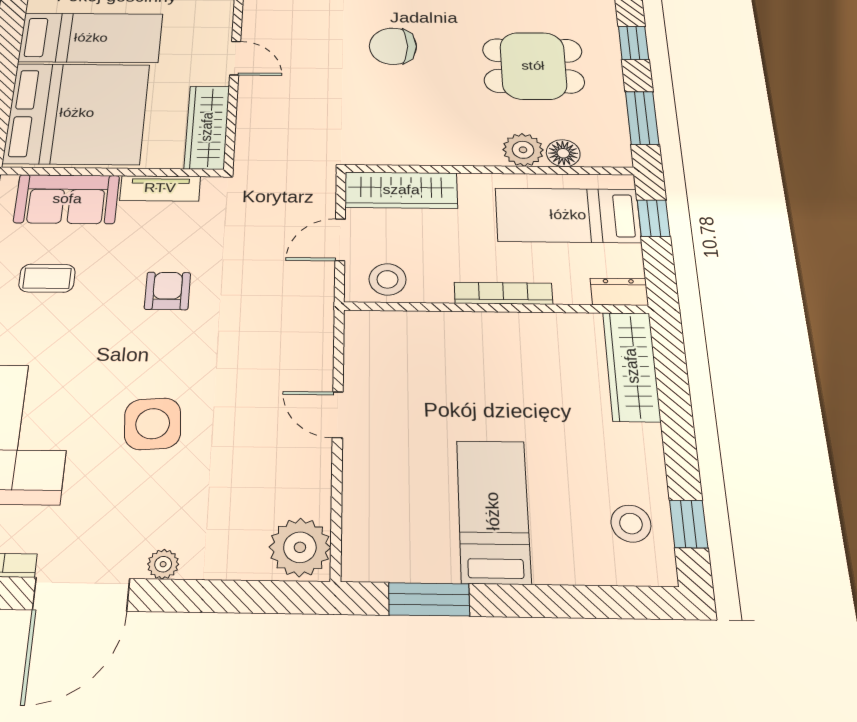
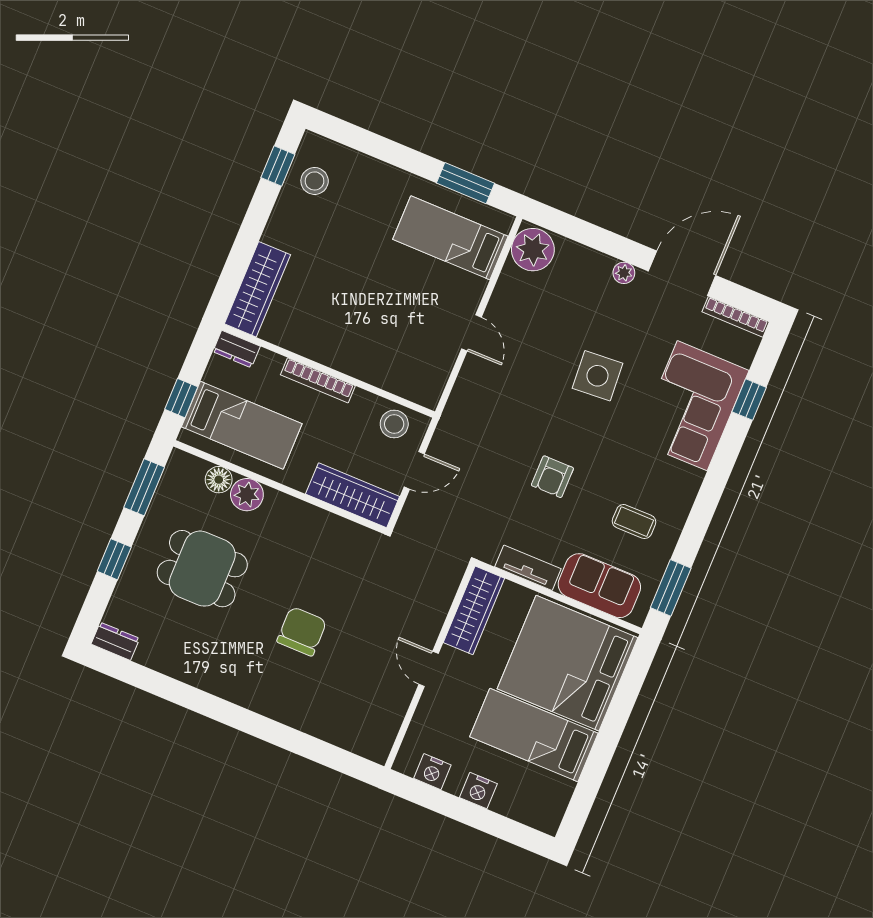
chair: (393, 46) -> (302, 631), turned -90
bed: (493, 511) -> (450, 238), moved, turned 90

